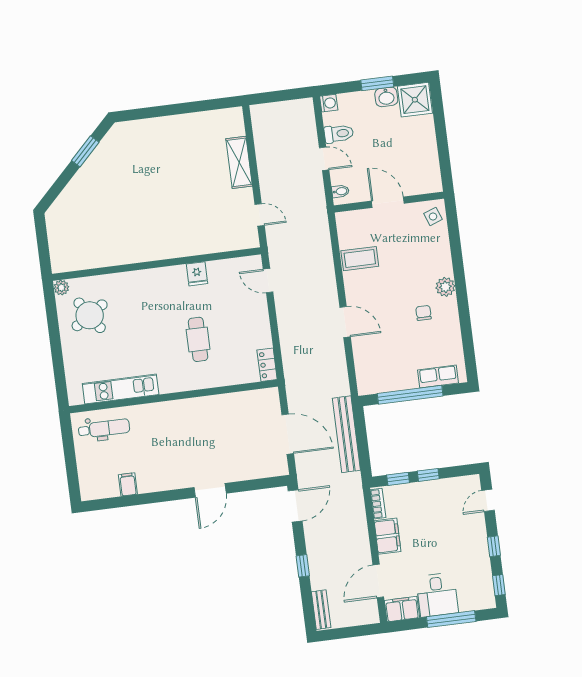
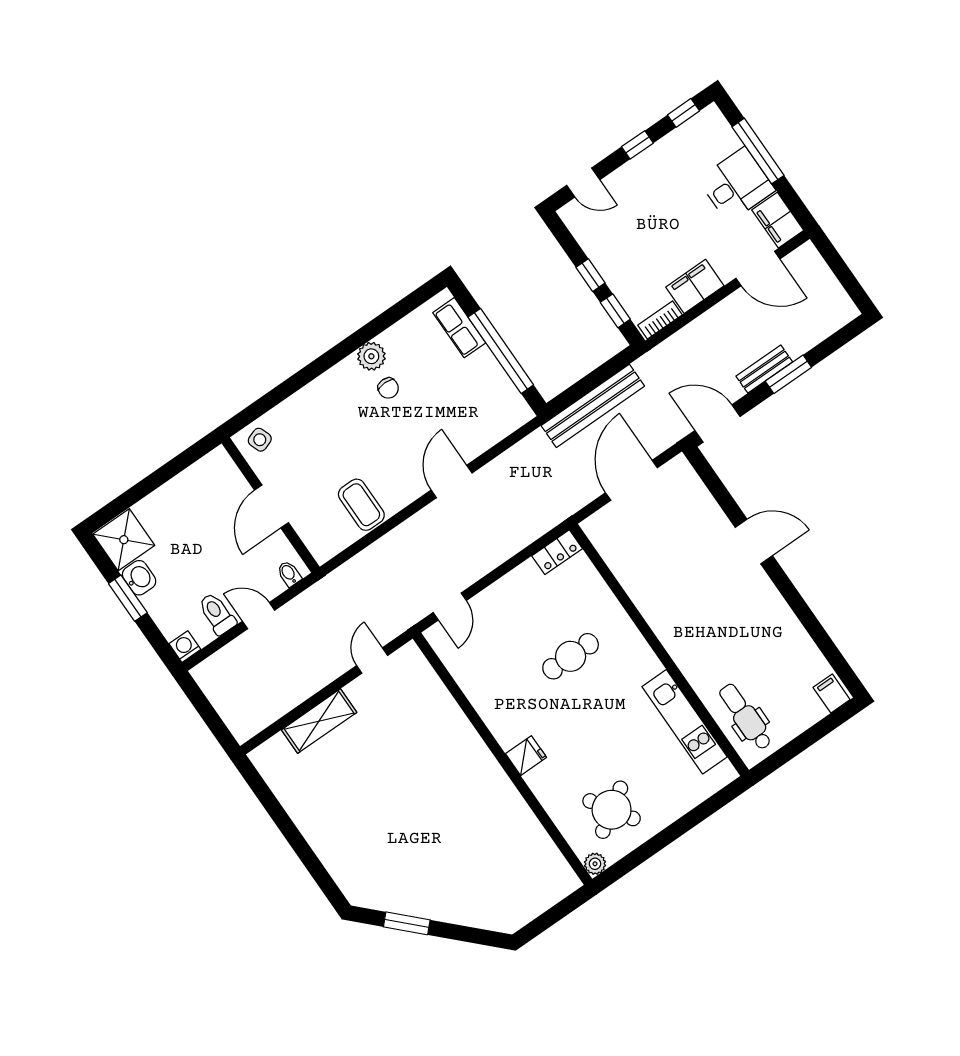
door: (324, 159) -> (258, 616), hinge flipped
fridge: (197, 274) -> (526, 756), moved
plant: (445, 287) -> (371, 356), moved
chair: (424, 313) -> (388, 388), turned -90
filing cabinet: (128, 484) -> (832, 693), moved, turned 90
window: (303, 566) -> (788, 374), width x1.50
bench: (321, 610) -> (764, 369), moved

